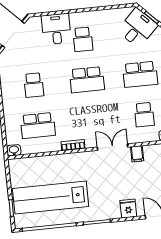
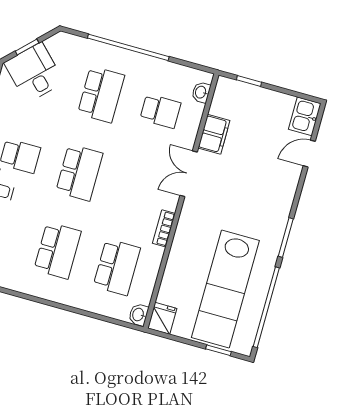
school desk: (34, 85) -> (58, 251), width x1.85
filing cabinet: (137, 154) -> (214, 134), width x2.00
fridge: (128, 209) -> (162, 318), moved, turned 90

